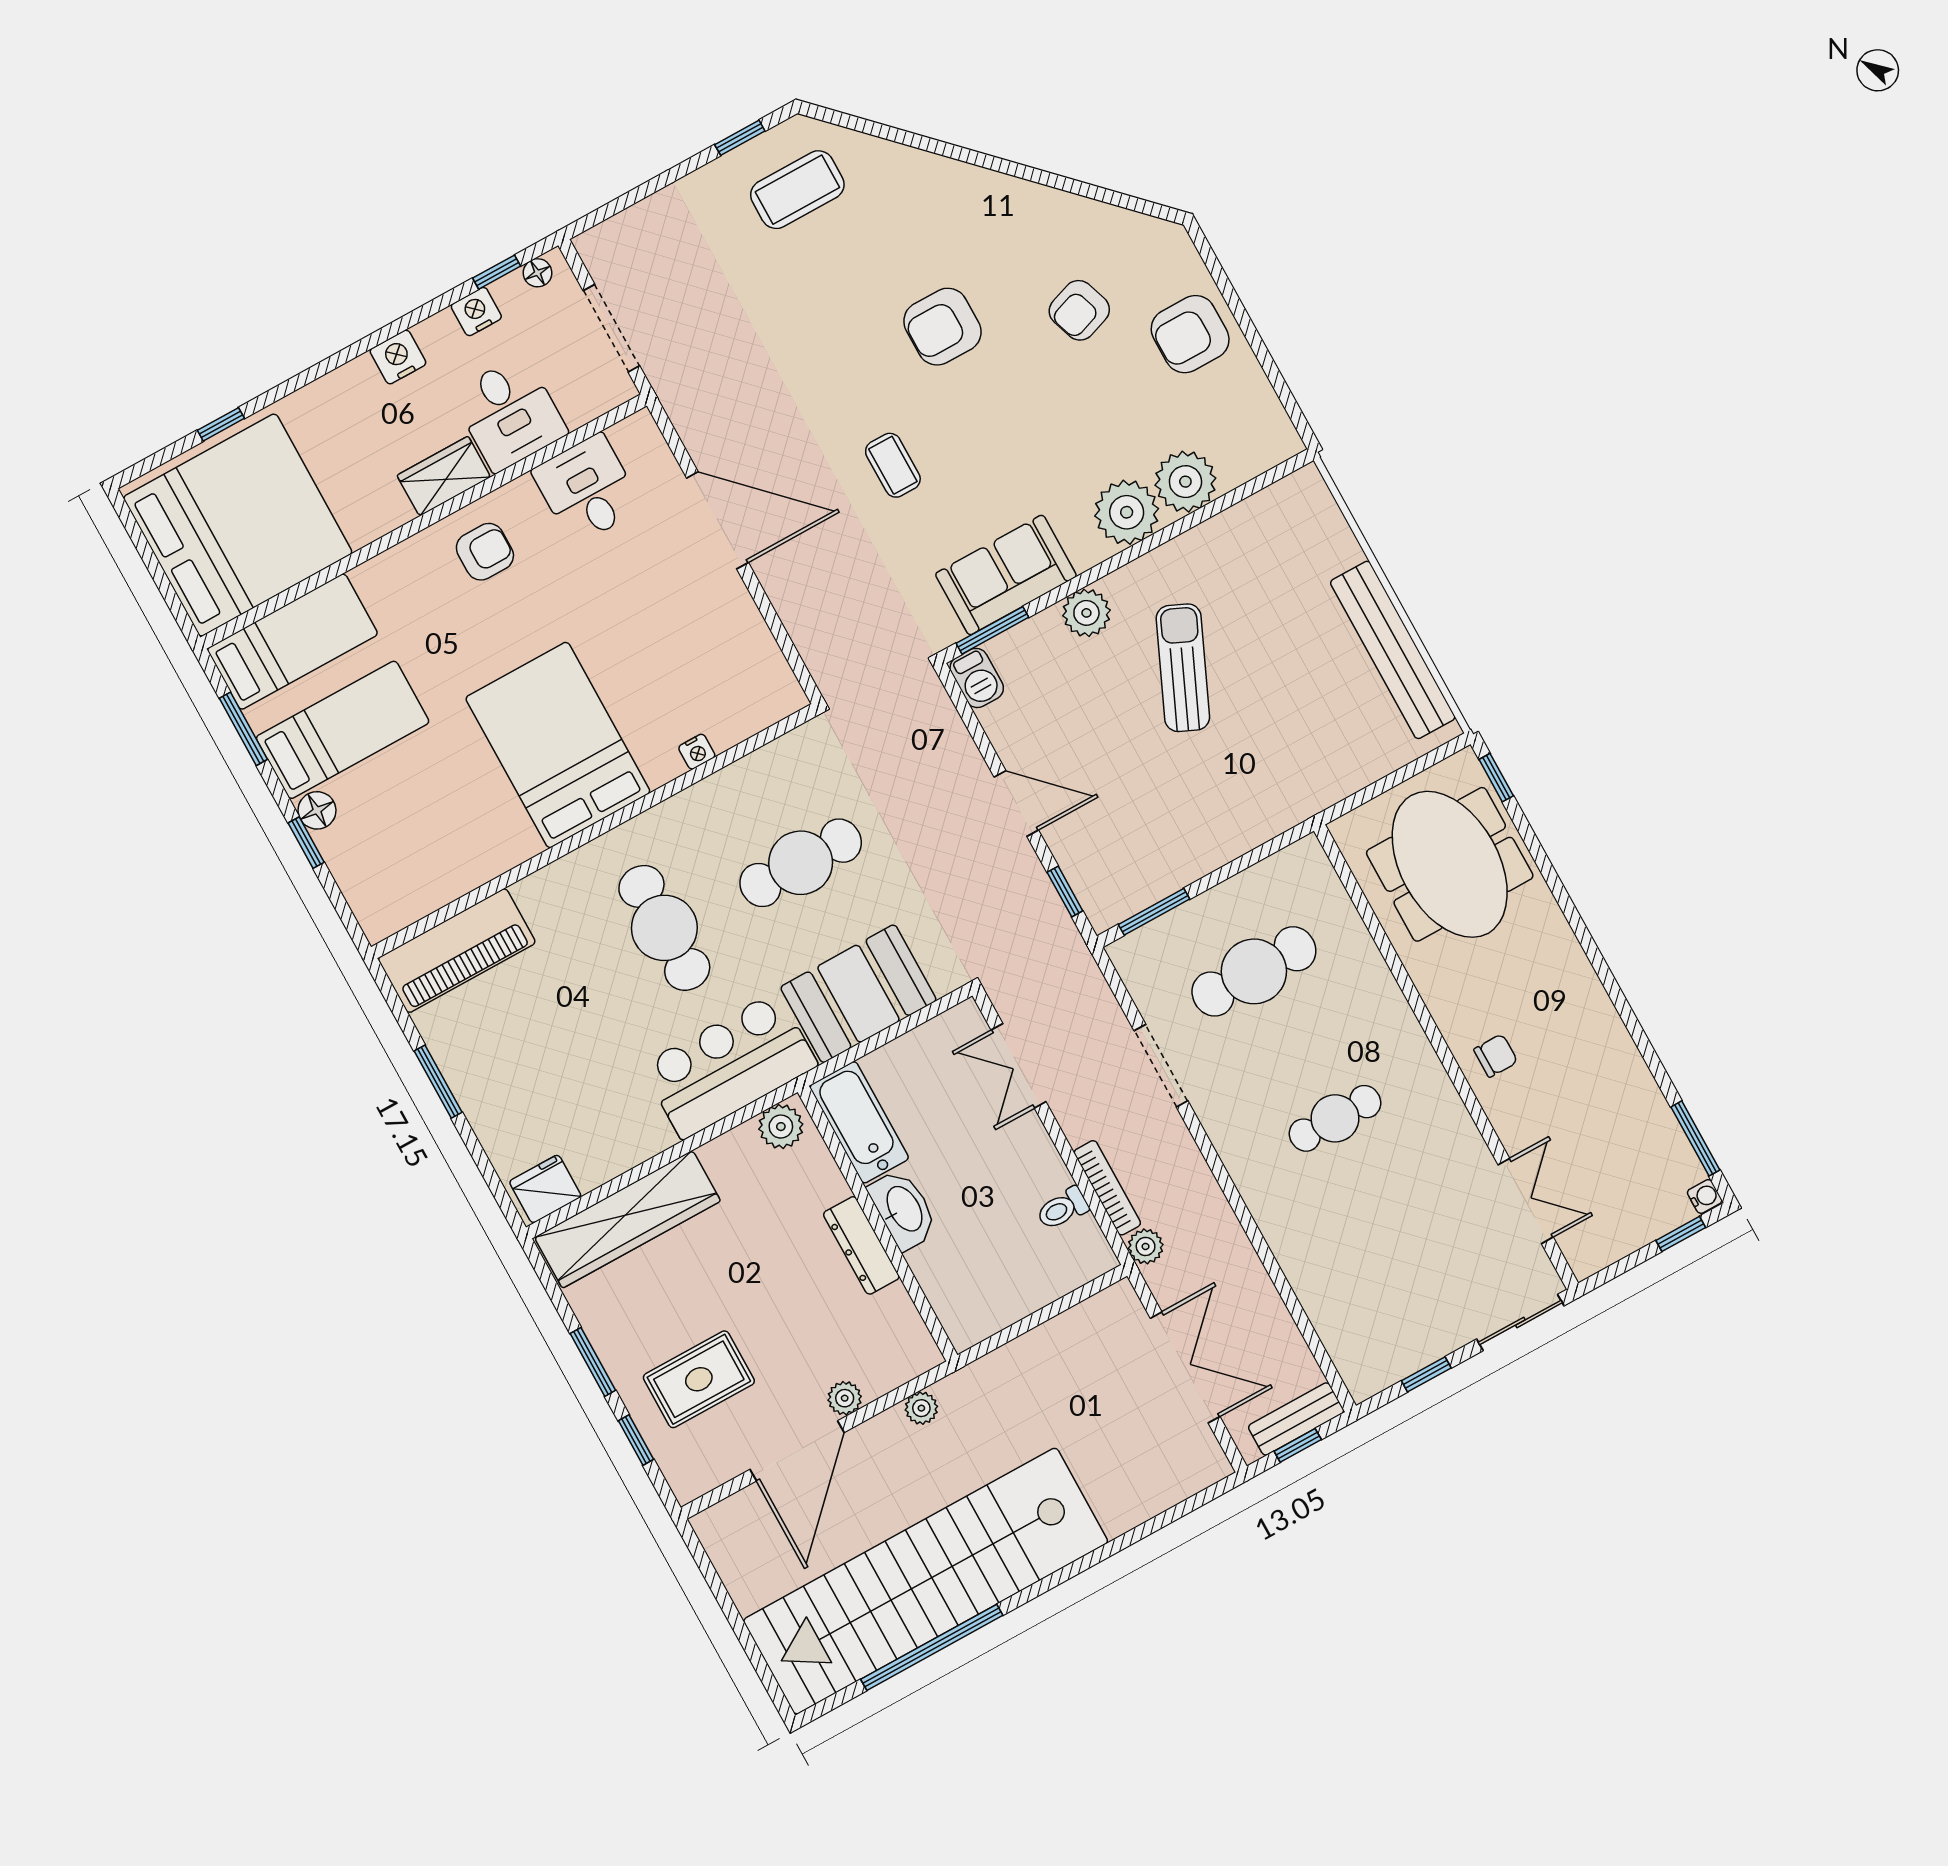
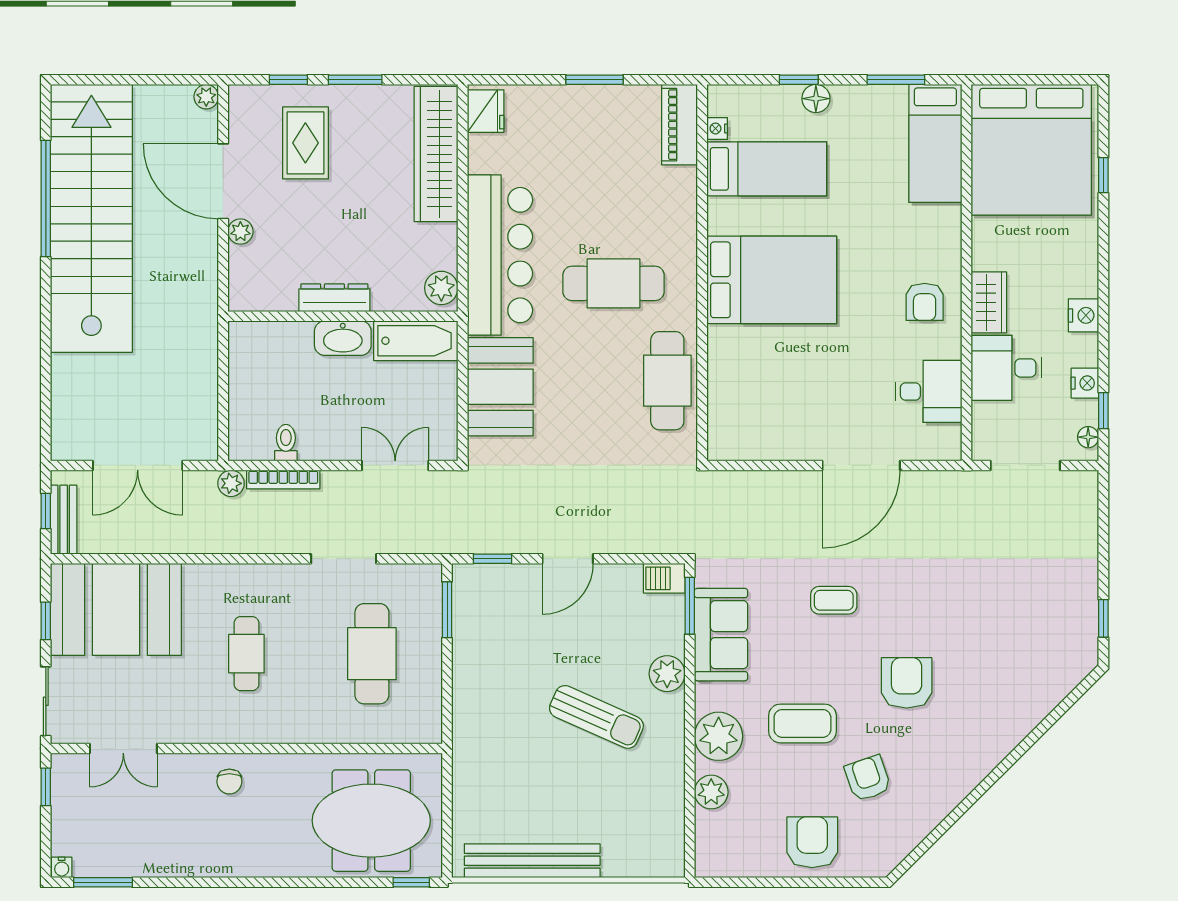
coffee table: (797, 190) -> (802, 723), moved, turned 90
plant: (1185, 482) -> (711, 792), width x0.73, depth x0.73
bed: (343, 730) -> (767, 169), moved, turned -90
nightstand: (697, 752) -> (717, 128), moved
cafe table: (801, 863) -> (667, 381), moved
piano: (457, 951) -> (680, 125), width x0.73, depth x0.75
bar counter: (730, 1065) -> (500, 255), width x1.36
window: (1681, 1234) -> (46, 787), moved
booth: (1367, 1300) -> (116, 609), added
plant: (921, 1408) -> (206, 97), moved

